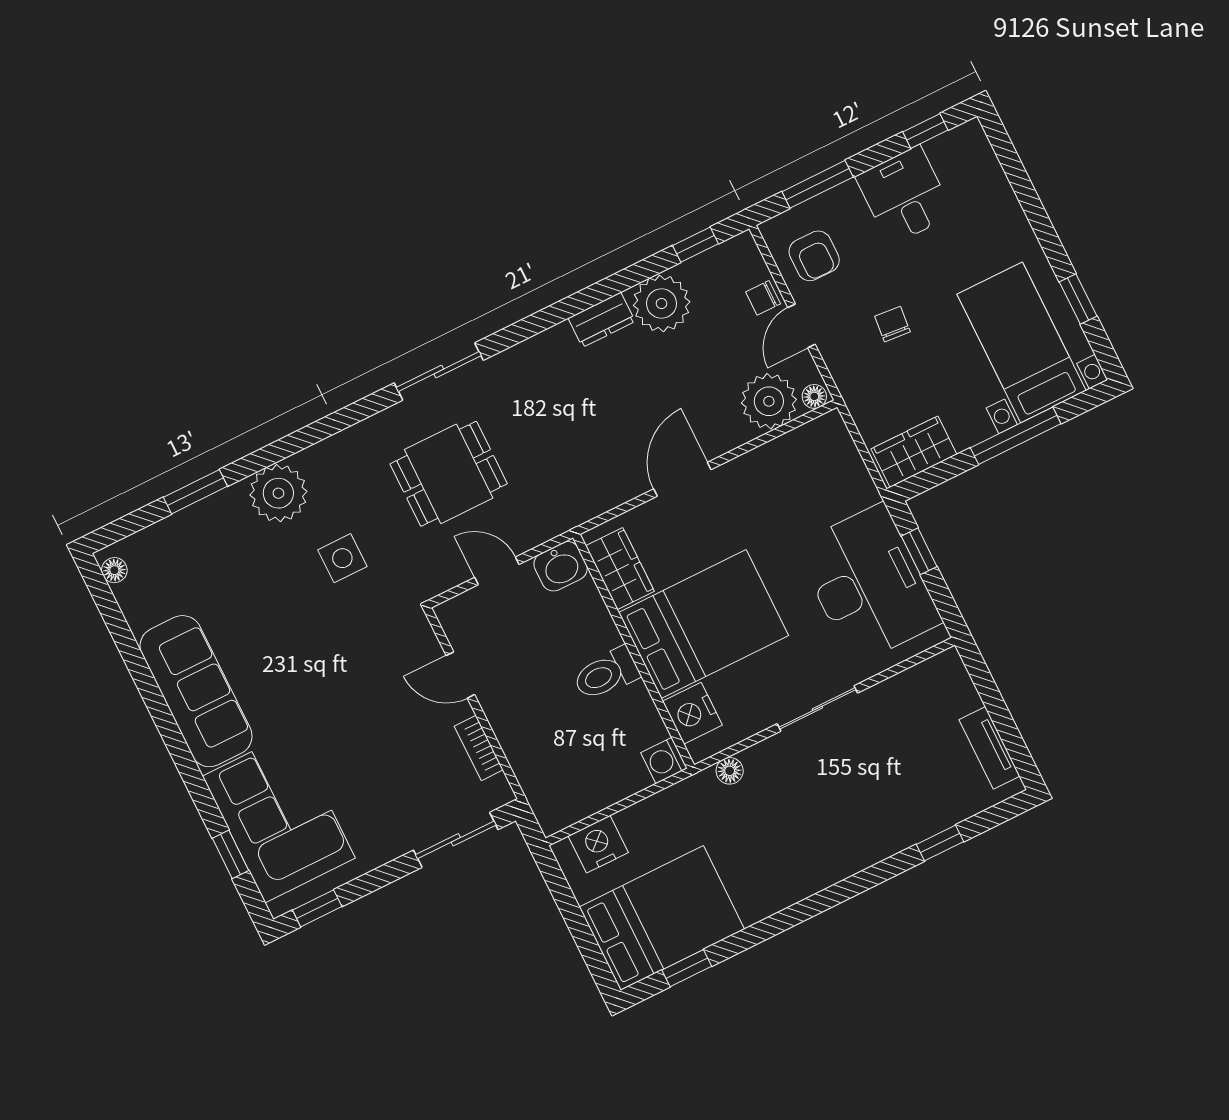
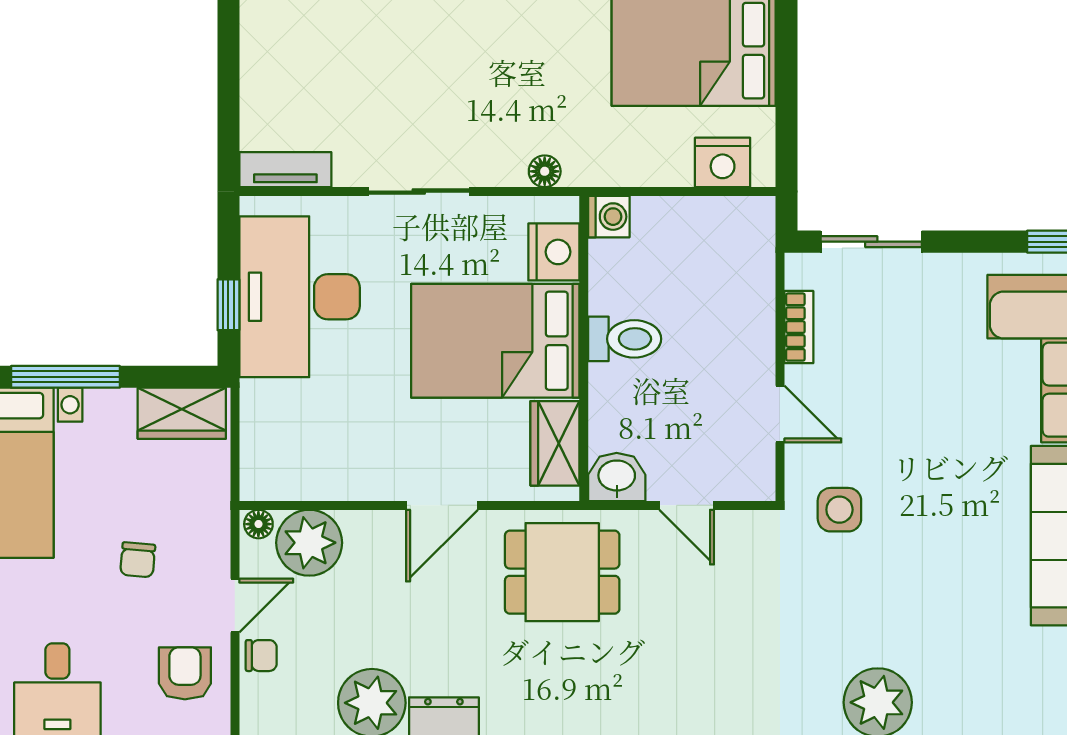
dining table: (449, 474) -> (562, 572), moved
side table: (342, 558) -> (839, 510), moved
tv unit: (990, 748) -> (285, 170), moved, turned -90

